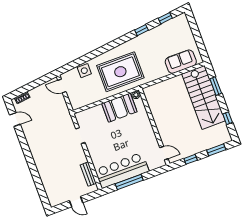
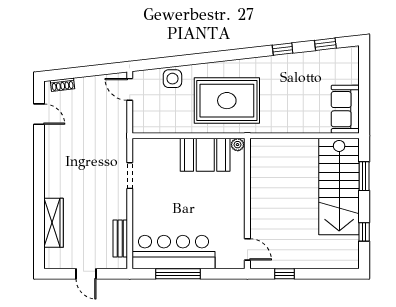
sofa: (181, 62) -> (345, 109), moved, turned -90
window: (216, 150) -> (329, 274), removed
wardrobe: (46, 179) -> (54, 223), added

